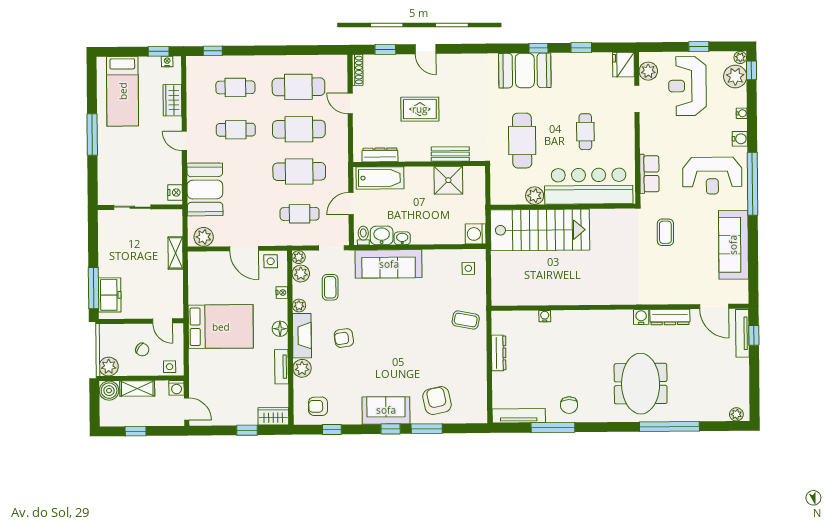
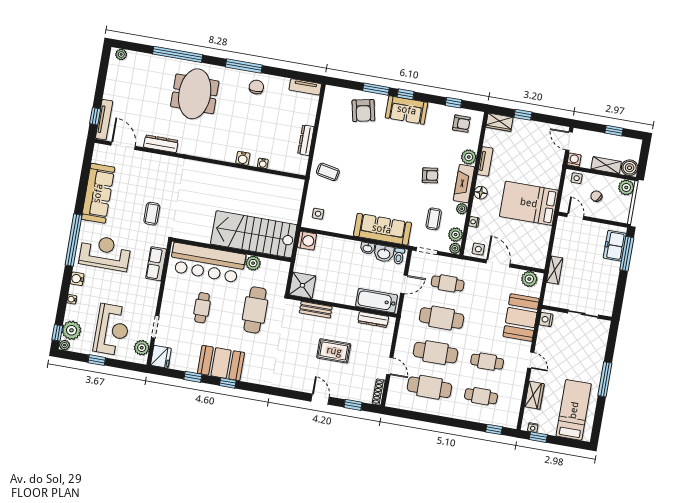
booth: (525, 70) -> (221, 363), moved
shower: (448, 180) -> (302, 285), moved
water cooler: (641, 317) -> (243, 158), moved
tv unit: (519, 416) -> (305, 87), width x0.71
window: (553, 428) -> (244, 66), moved

